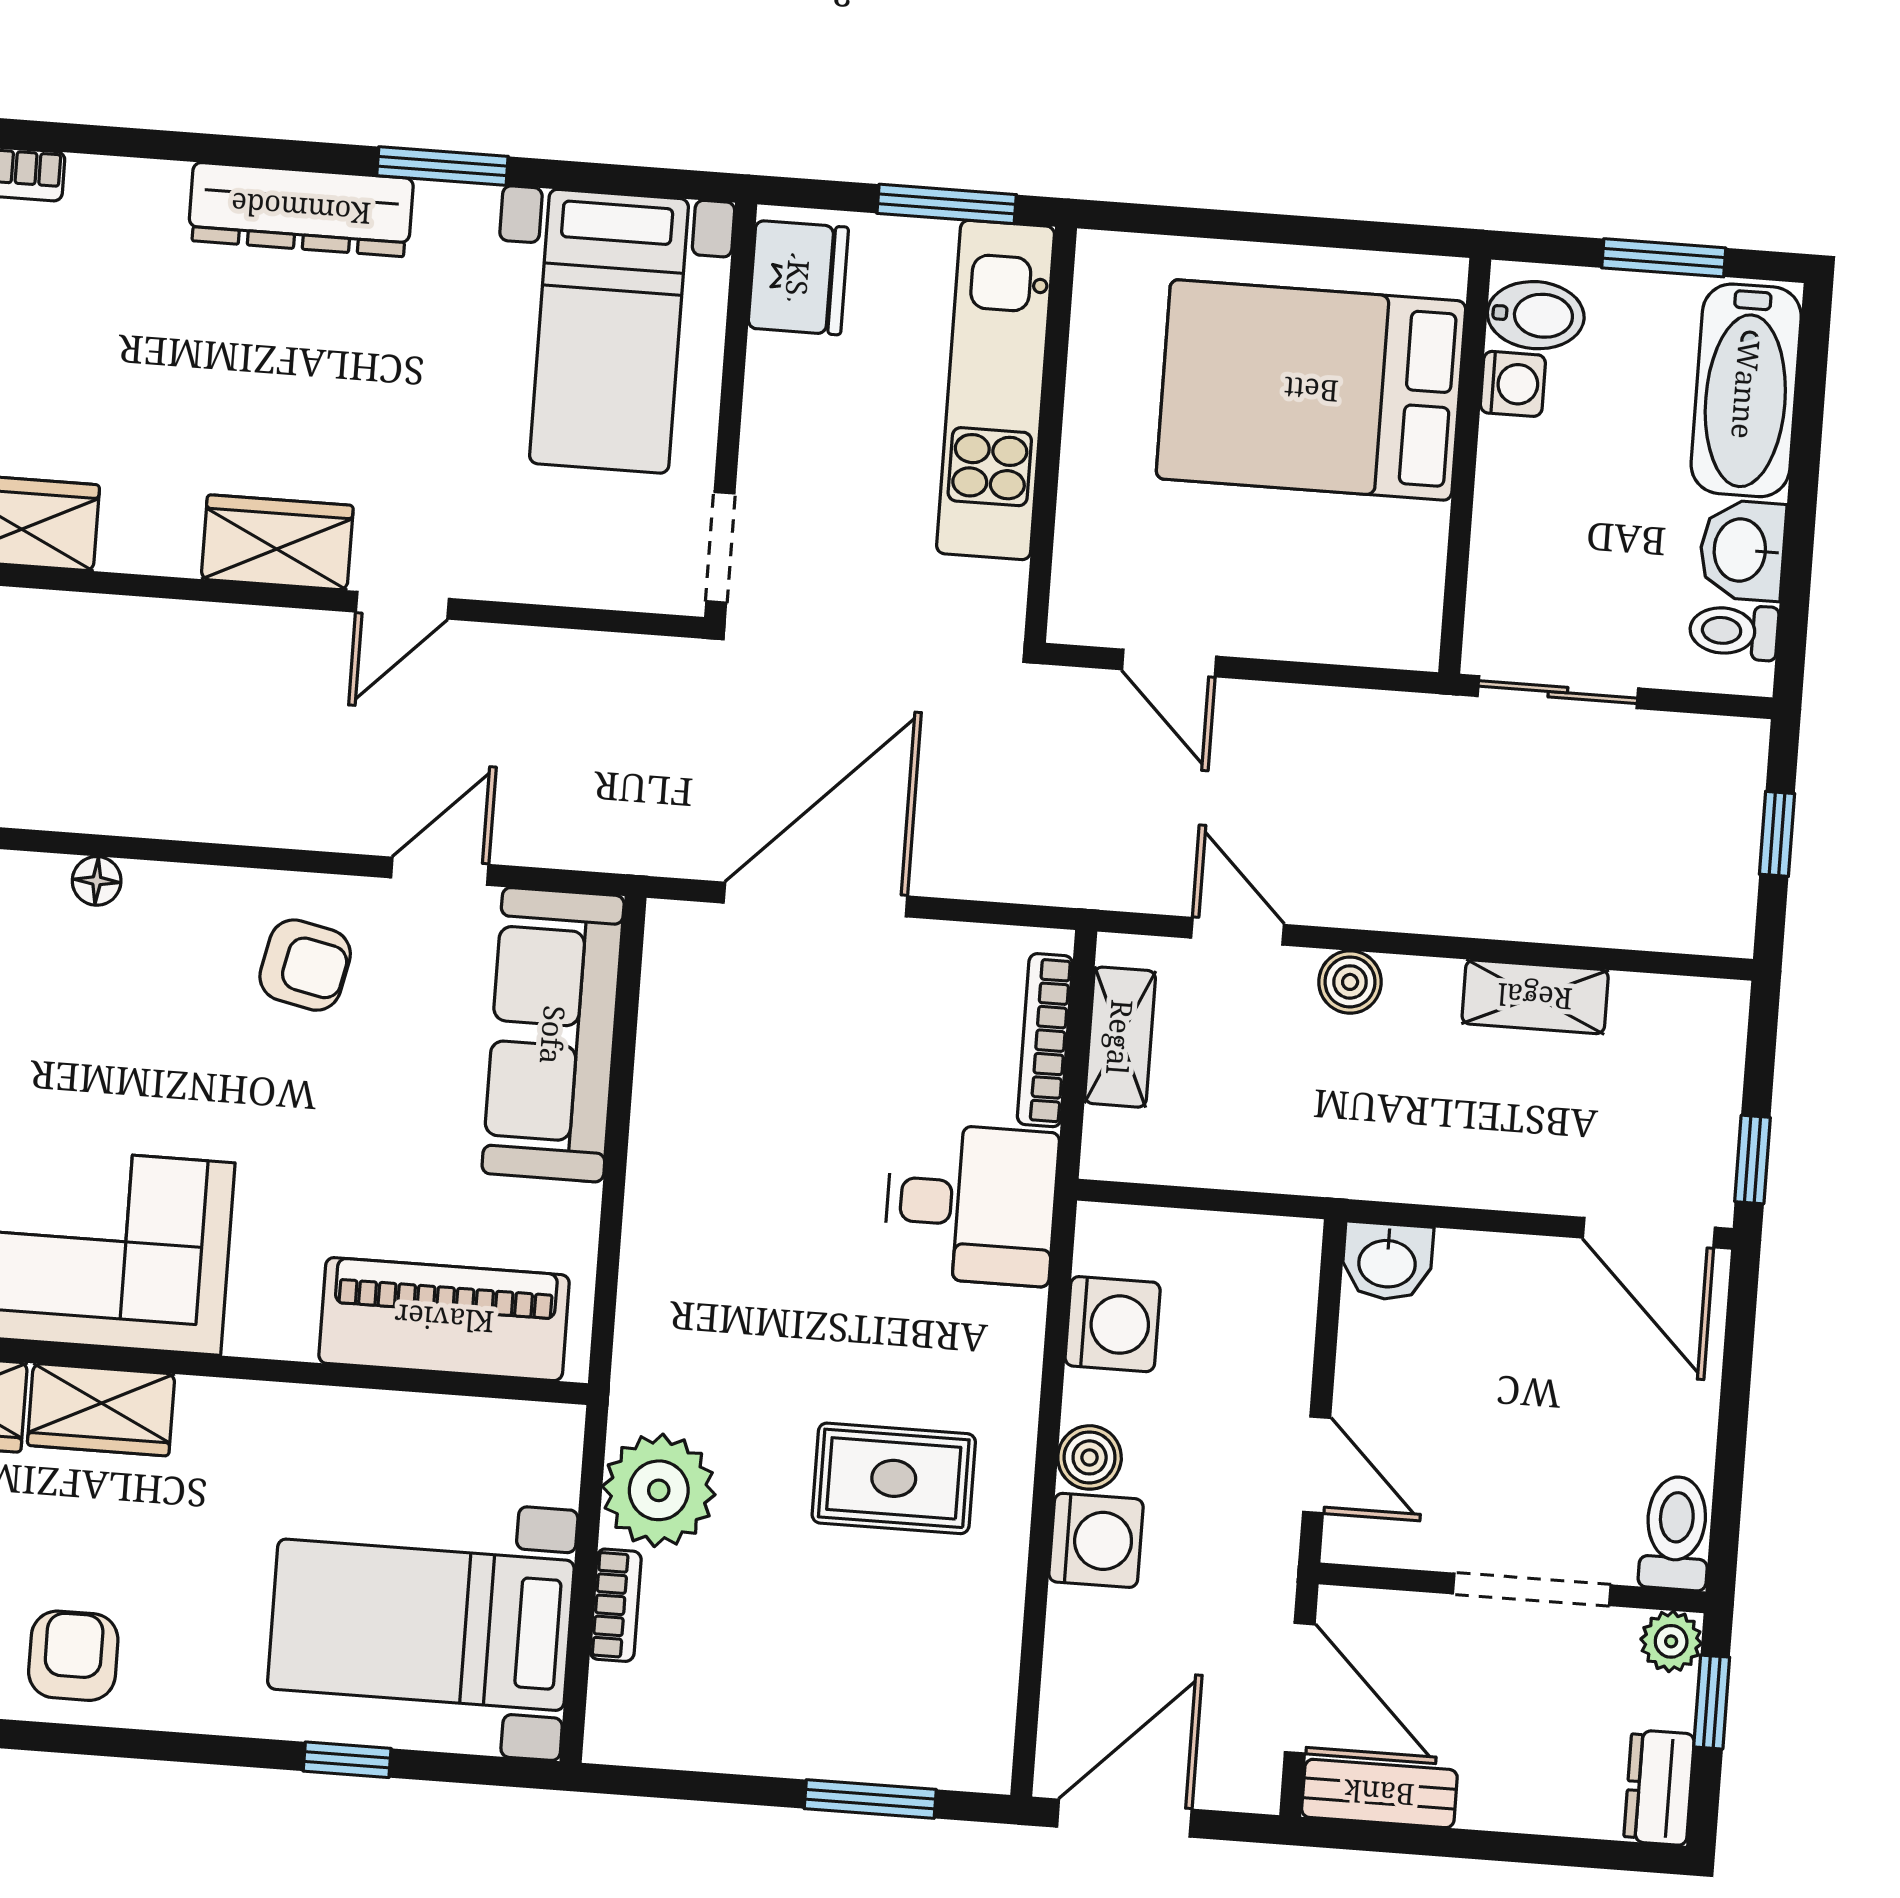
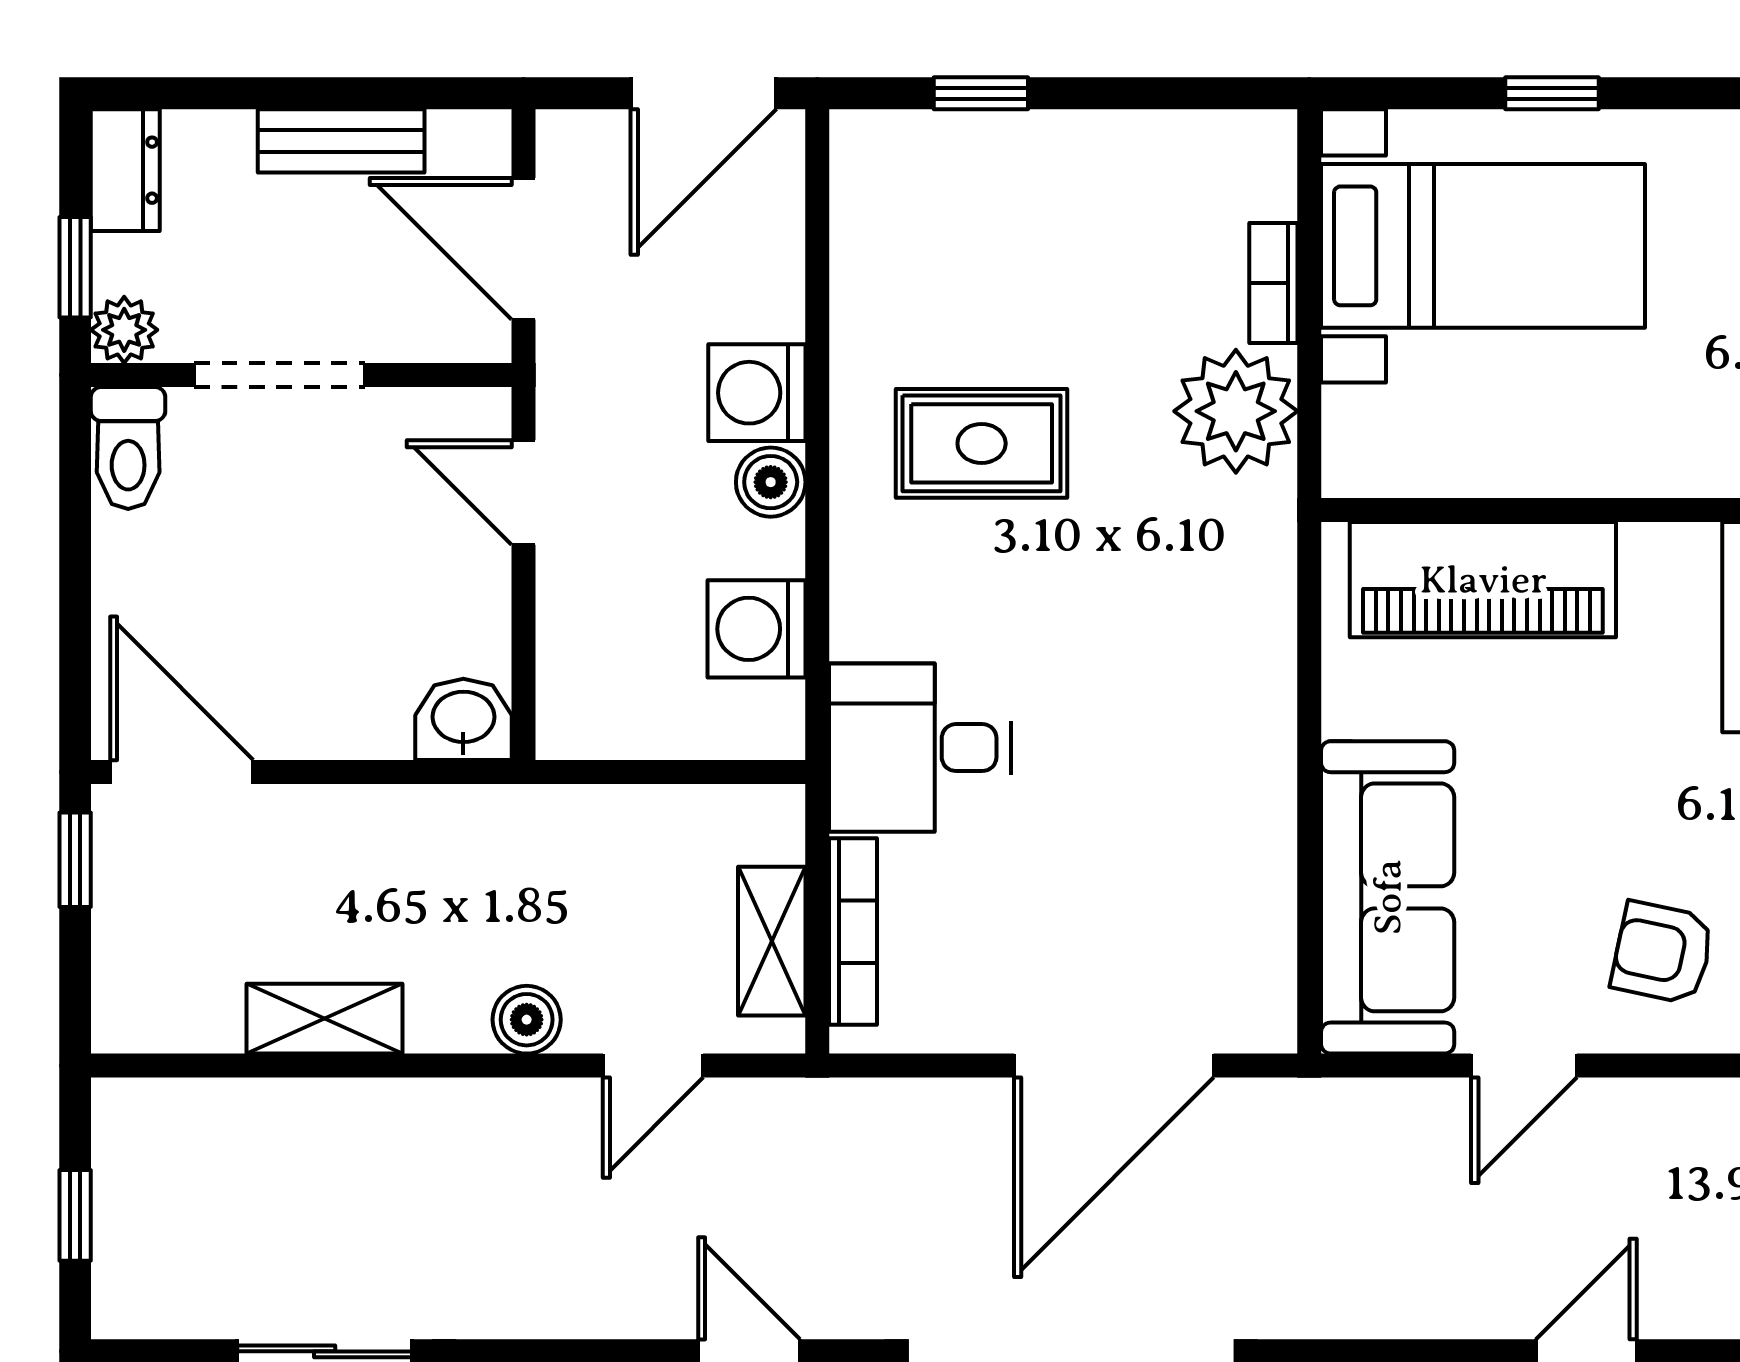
door: (1237, 931) -> (653, 1066), hinge flipped
bench: (1379, 1793) -> (341, 141), moved
window: (870, 1799) -> (981, 93), width x0.67

